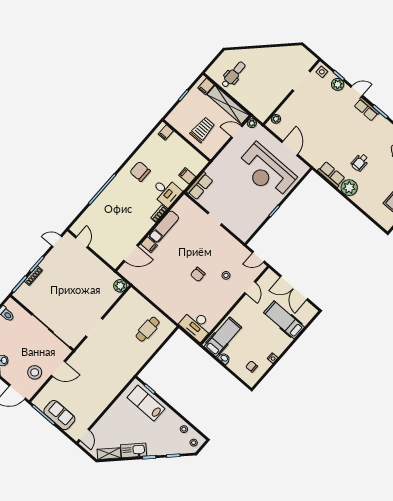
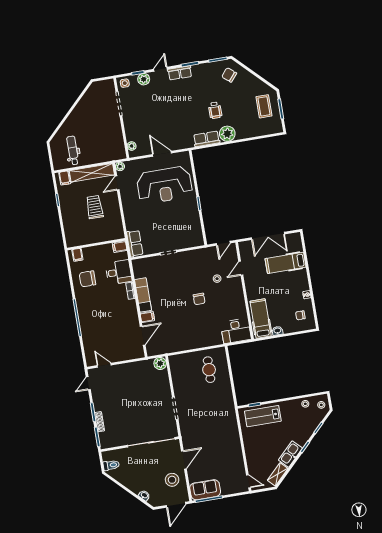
filing cabinet: (166, 132) -> (77, 255), moved
wall: (187, 140) -> (96, 244), moved
door: (250, 288) -> (241, 268), swing flipped
sofa: (59, 415) -> (205, 490), moved

